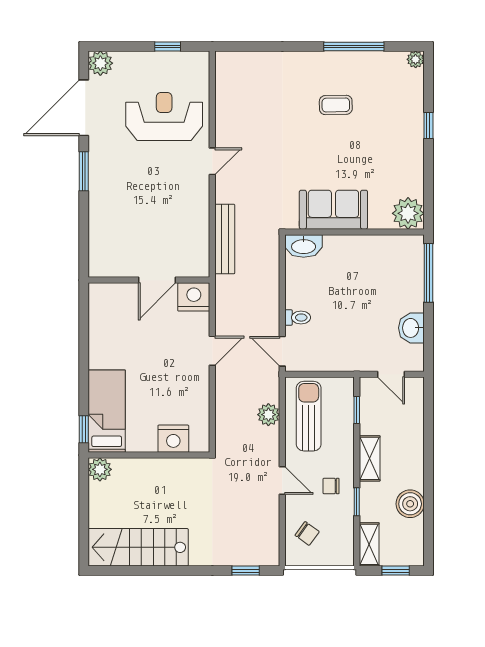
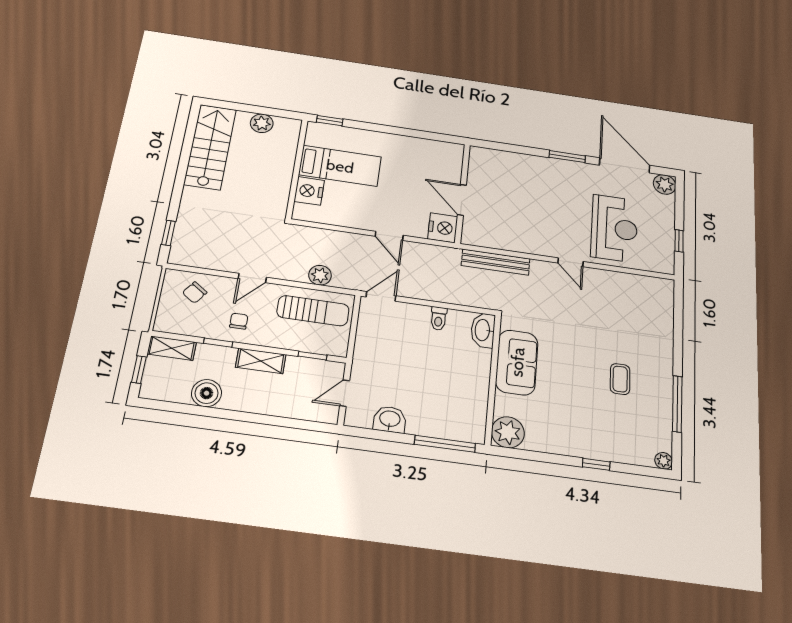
toilet: (298, 318) -> (439, 318), moved
bed: (107, 411) -> (340, 166), moved
plant: (100, 469) -> (262, 123), moved

